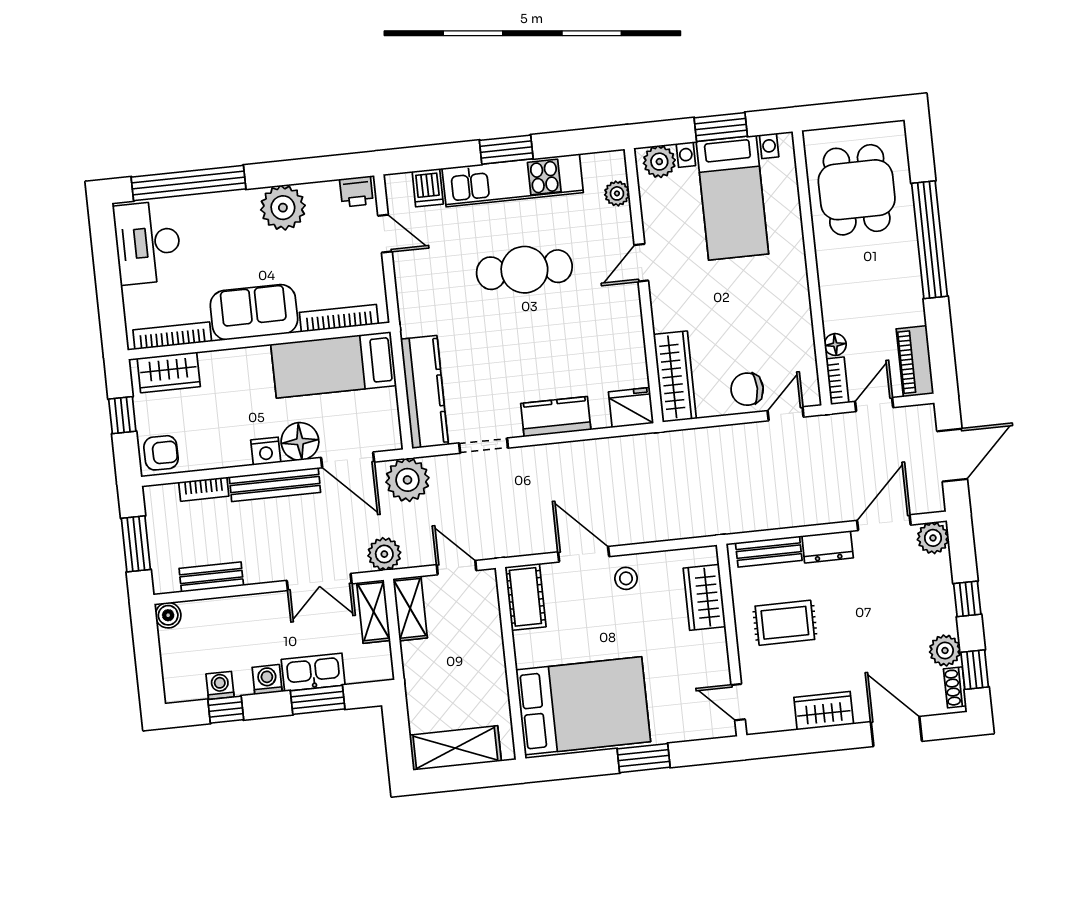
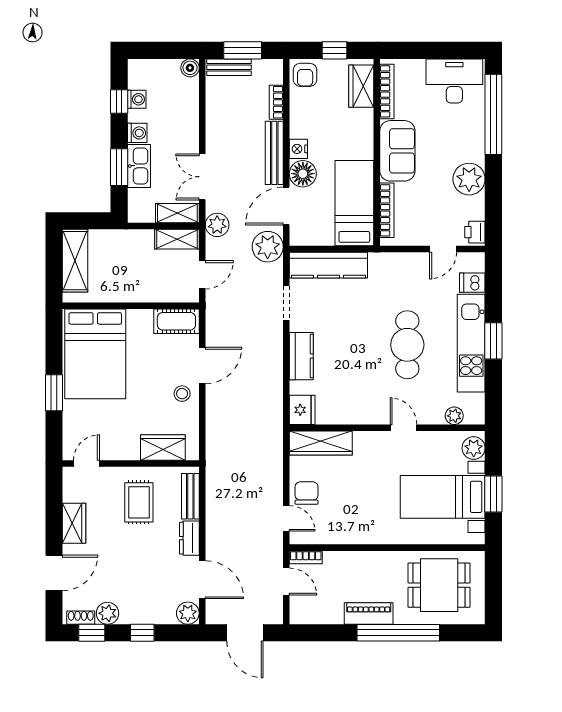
floor lamp: (835, 345) -> (331, 559), removed
piano: (915, 361) -> (369, 614), moved
bench: (211, 577) -> (229, 67), moved, turned 90

